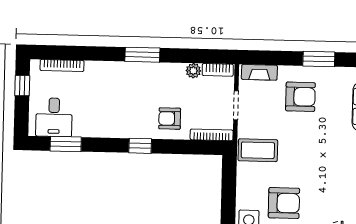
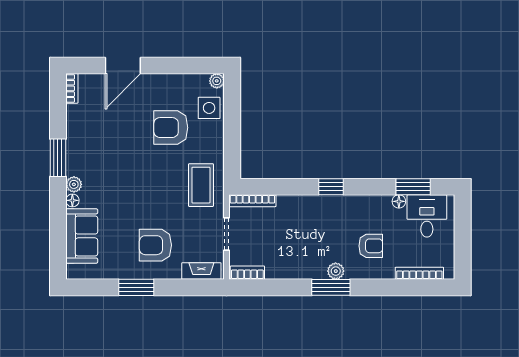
plant: (193, 71) -> (336, 271), moved
window: (22, 86) -> (463, 250), removed
armchair: (170, 119) -> (371, 246), moved
floor lamp: (79, 131) -> (399, 201), added
coffee table: (258, 150) -> (201, 185), turned 90

